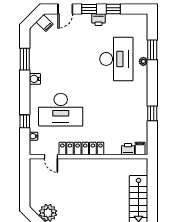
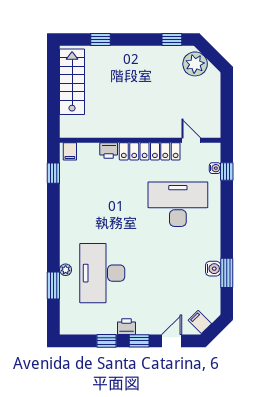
water cooler: (35, 79) -> (213, 269), moved
window: (152, 113) -> (53, 173), moved
window: (25, 121) -> (227, 171), moved
printer: (128, 149) -> (109, 150), moved

